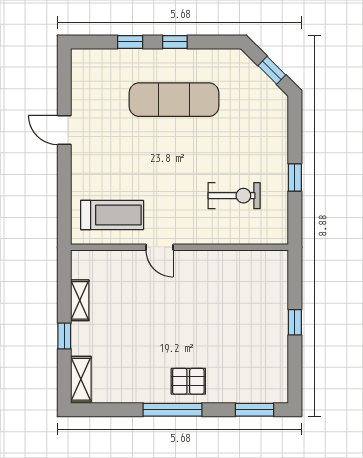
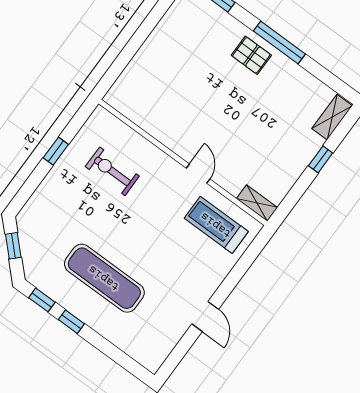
window: (130, 42) -> (42, 300), moved
shelving: (80, 300) -> (257, 203), moved, turned 90
window: (295, 322) -> (137, 41), removed

